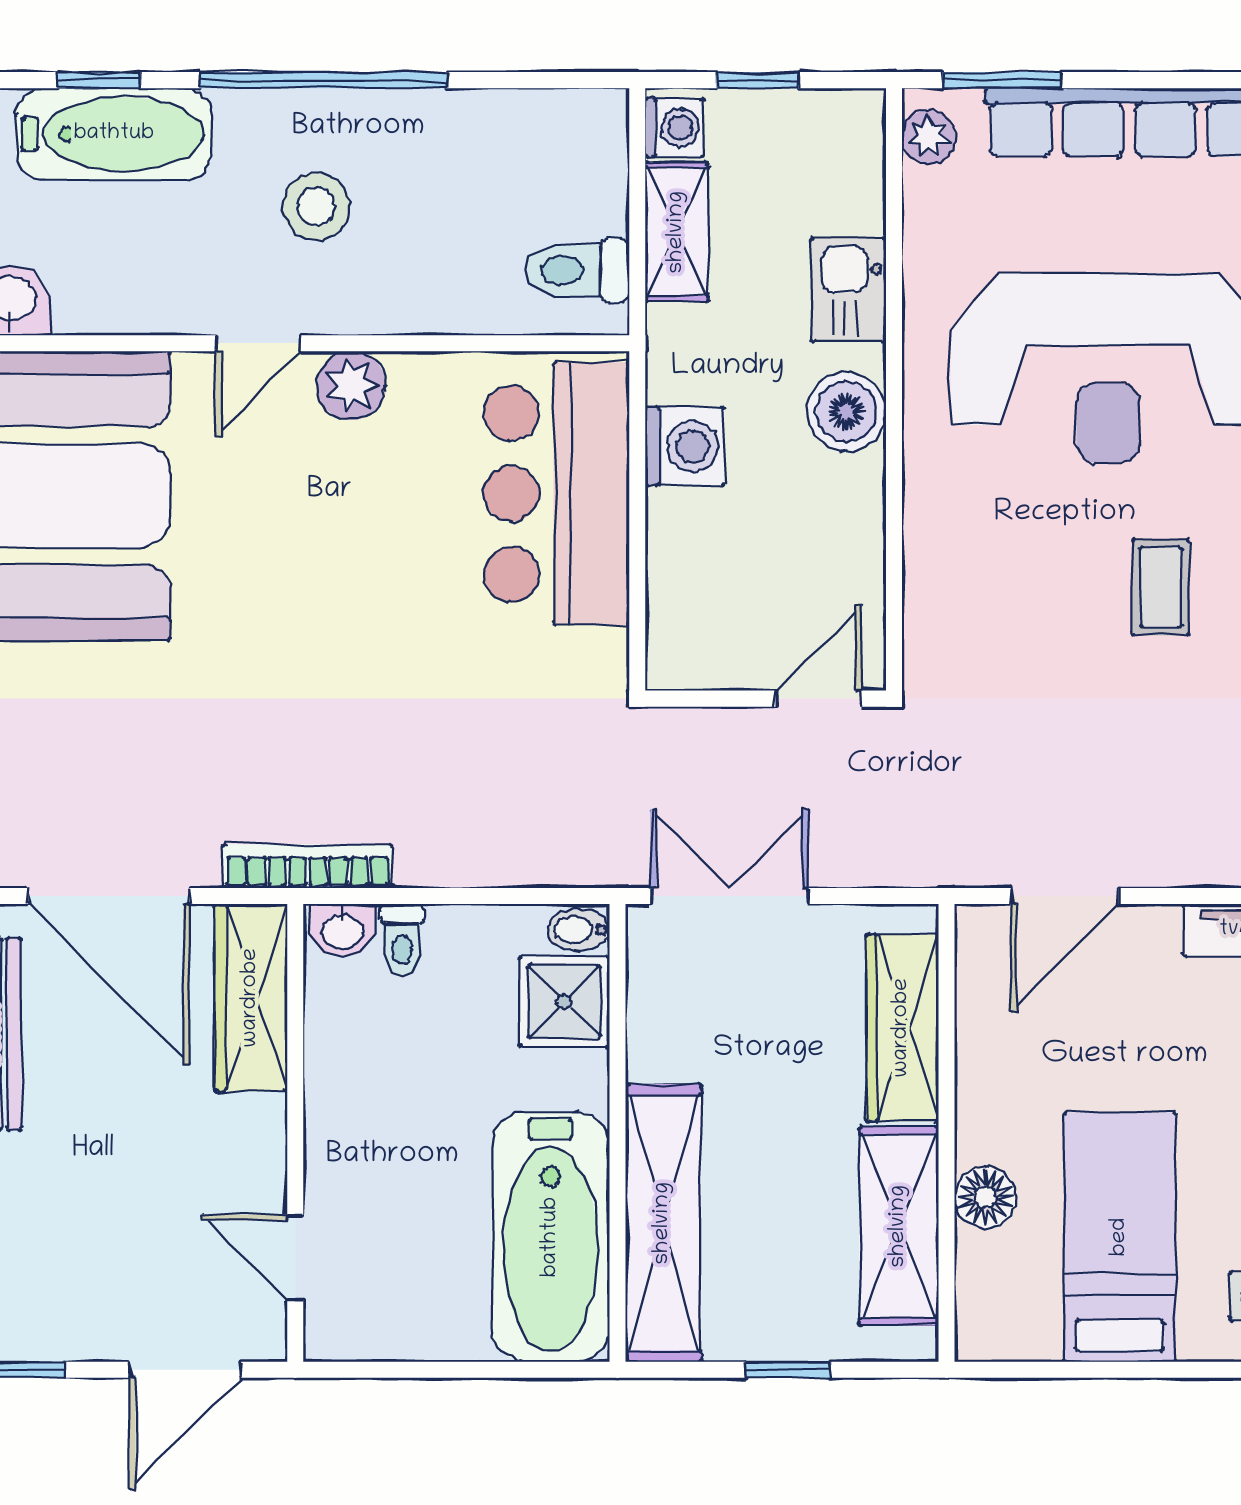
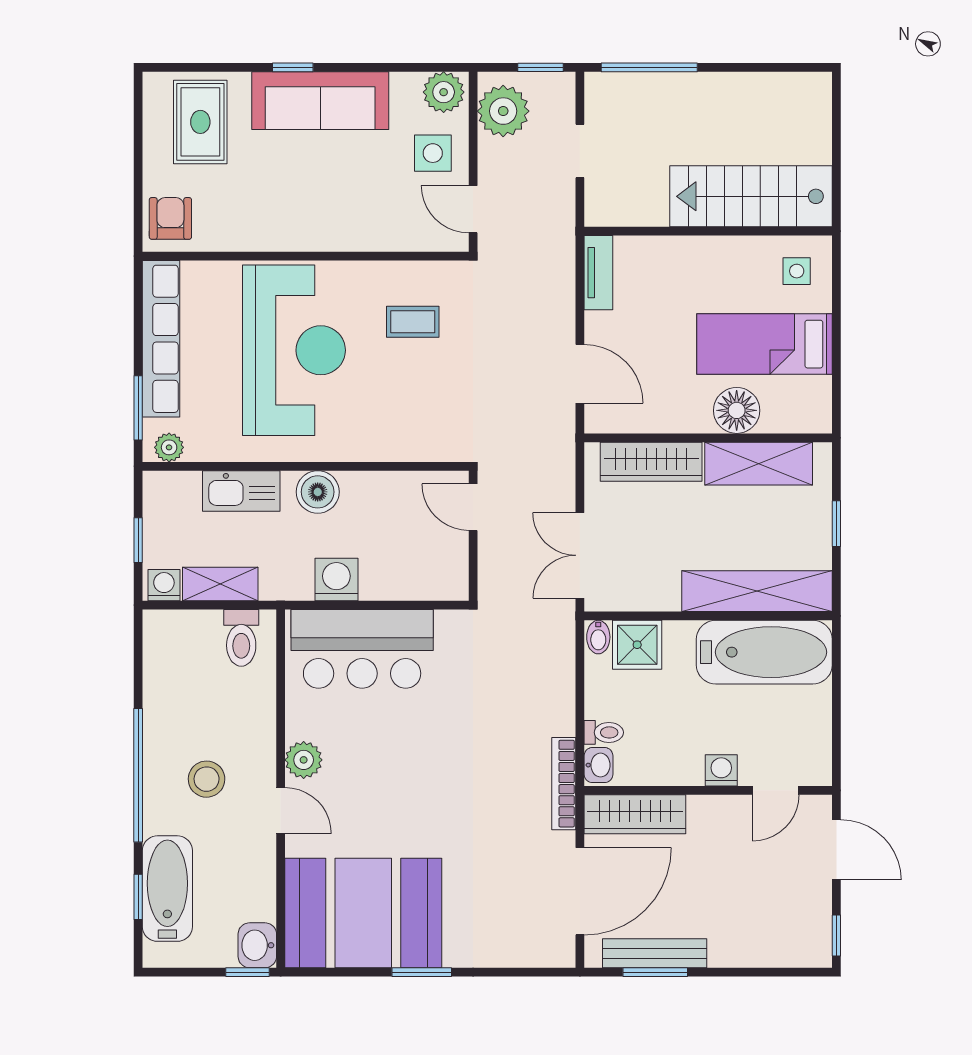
kitchen sink: (848, 290) -> (241, 491), width x1.38
washing machine: (332, 1157) -> (721, 770), added
floor lamp: (985, 1197) -> (737, 410), width x1.38, depth x1.38

